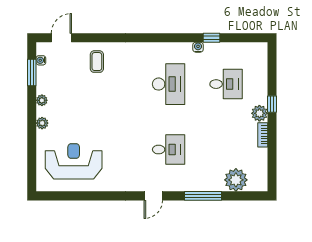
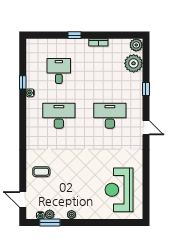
plant: (259, 113) -> (136, 45), moved
plant: (42, 123) -> (50, 214), moved
desk: (169, 150) -> (110, 116), width x1.37
window: (203, 196) -> (146, 89), width x0.46

